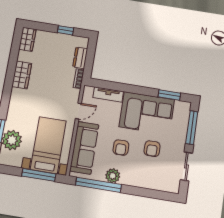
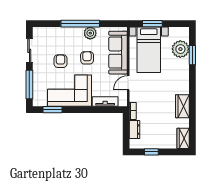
window: (39, 175) -> (152, 24), width x0.69
window: (98, 185) -> (80, 24), moved

